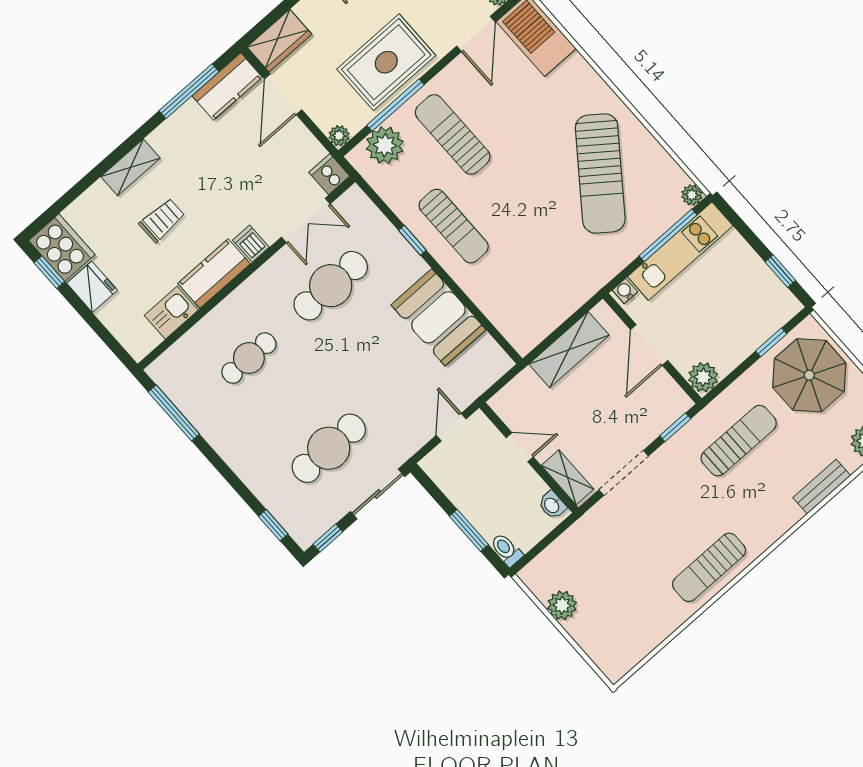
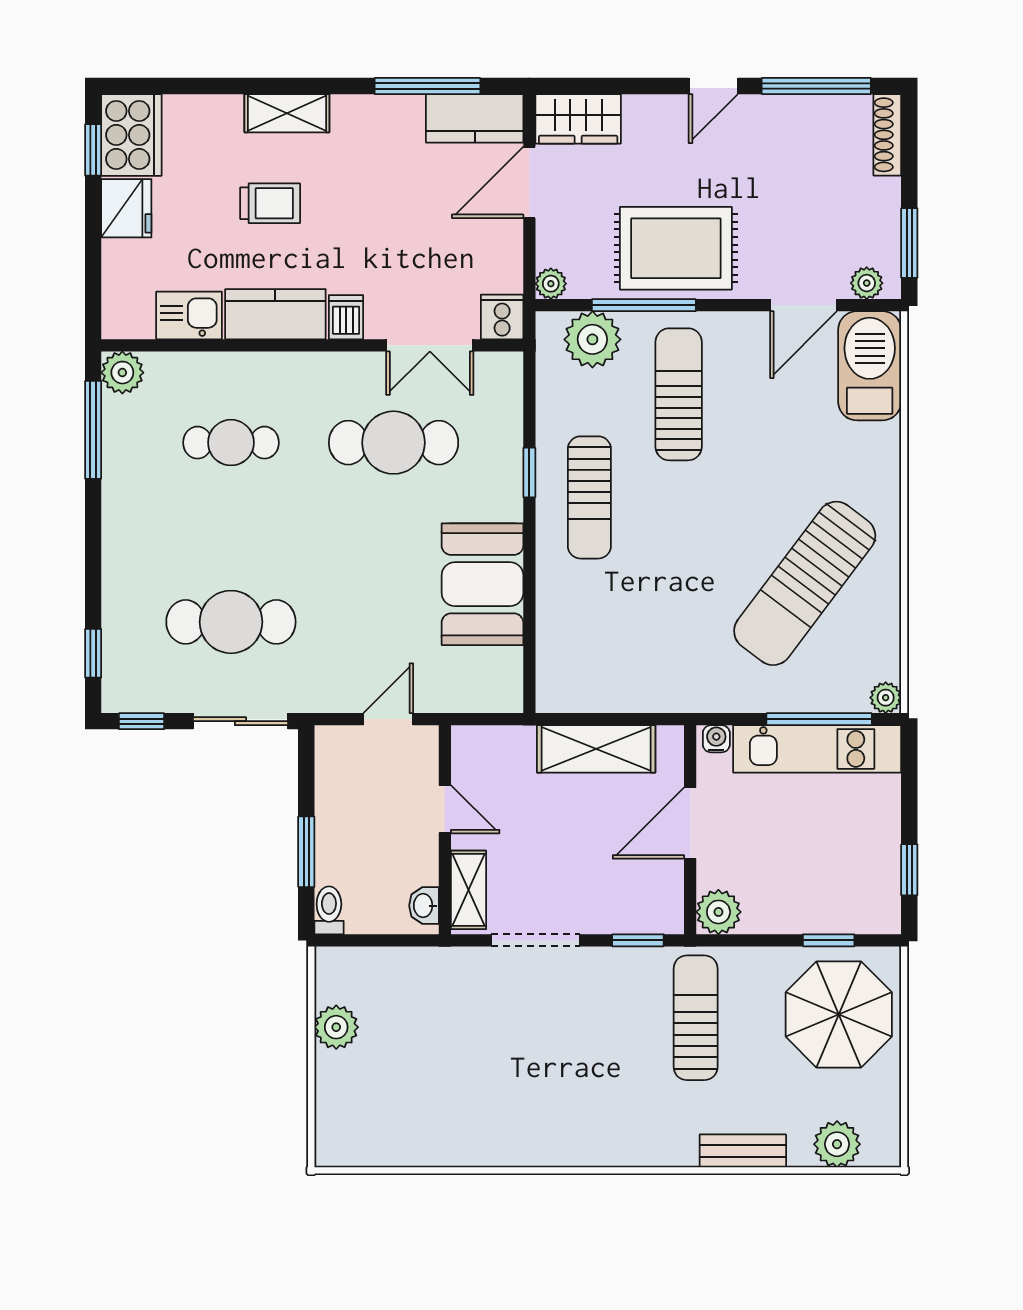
plant: (163, 371) -> (122, 373), added
sun lounger: (739, 441) -> (696, 1018), turned -90
sun lounger: (709, 567) -> (537, 1130), removed

